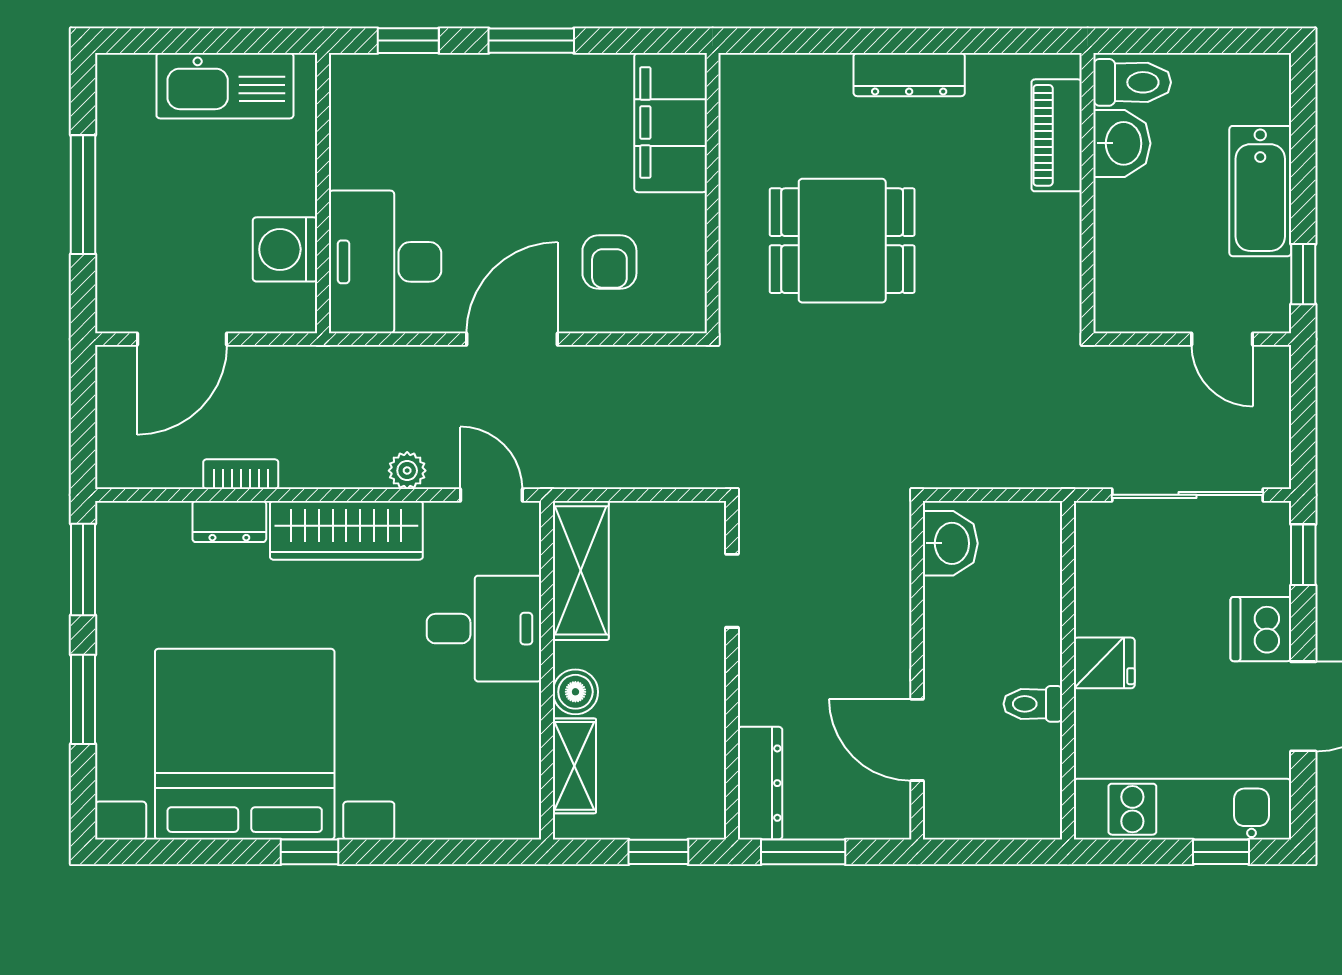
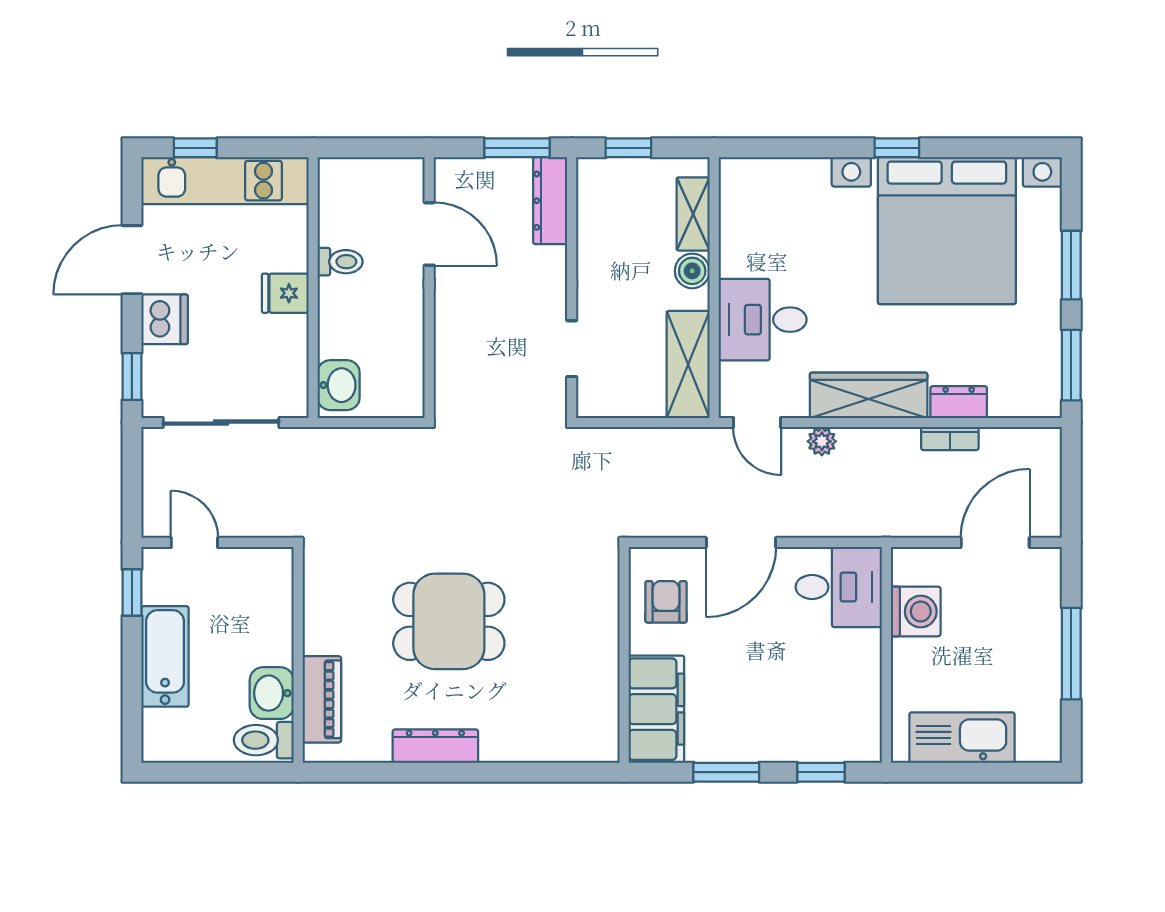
filing cabinet: (671, 123) -> (656, 709), moved
wall: (713, 193) -> (624, 655), moved
dining table: (842, 241) -> (449, 621), moved
desk: (385, 262) -> (839, 587), width x0.73
washbasin: (950, 543) -> (339, 385), moved, turned 180

